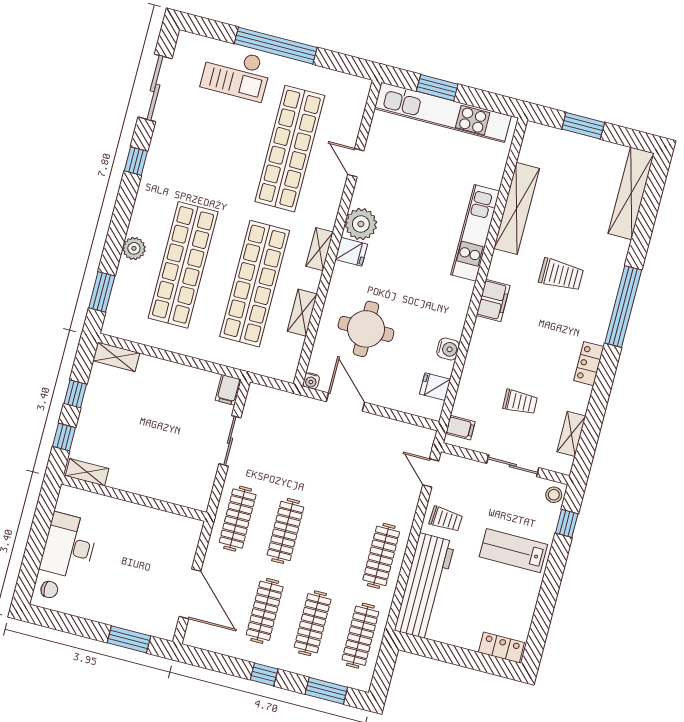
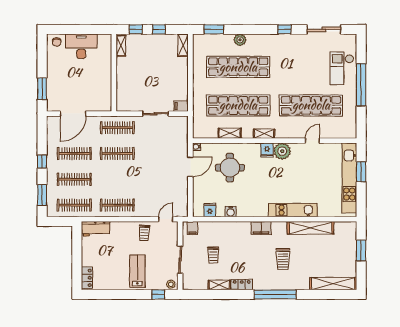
shelving: (571, 434) -> (219, 285), moved
workbench: (425, 586) -> (95, 229), width x0.53, depth x0.76

